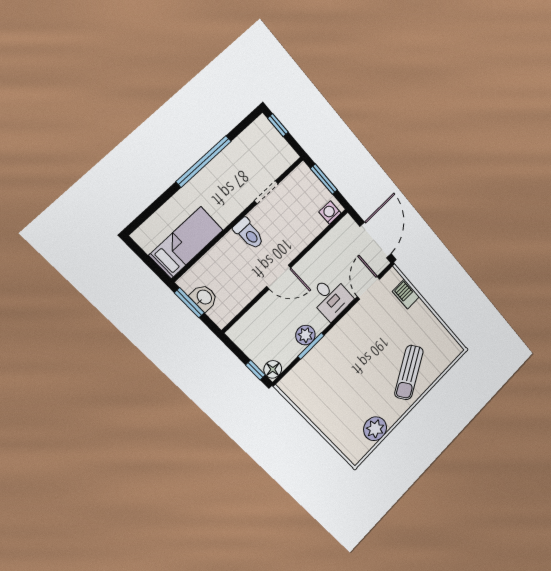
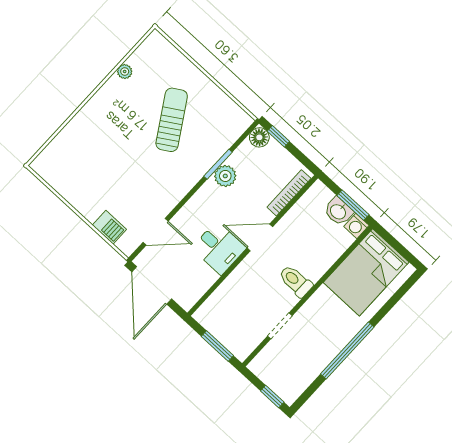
washing machine: (330, 213) -> (356, 226), moved, turned 90
bed: (186, 243) -> (366, 272), width x1.50
door: (369, 288) -> (156, 232), hinge flipped
desk: (331, 298) -> (219, 248), moved, turned 180
bookcase: (249, 317) -> (289, 193), added
sun lounger: (409, 372) -> (172, 120), moved
plant: (375, 429) -> (125, 71), width x0.53, depth x0.53

